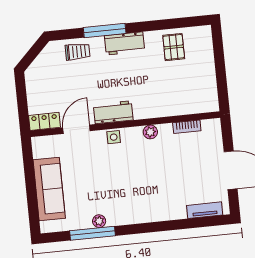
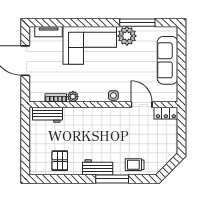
workbench: (113, 112) -> (47, 115), moved
door: (76, 129) -> (142, 105), swing flipped
plant: (150, 132) -> (73, 97), moved
corner sofa: (150, 198) -> (90, 45), added
plant: (99, 221) -> (127, 36), width x1.87, depth x1.87

